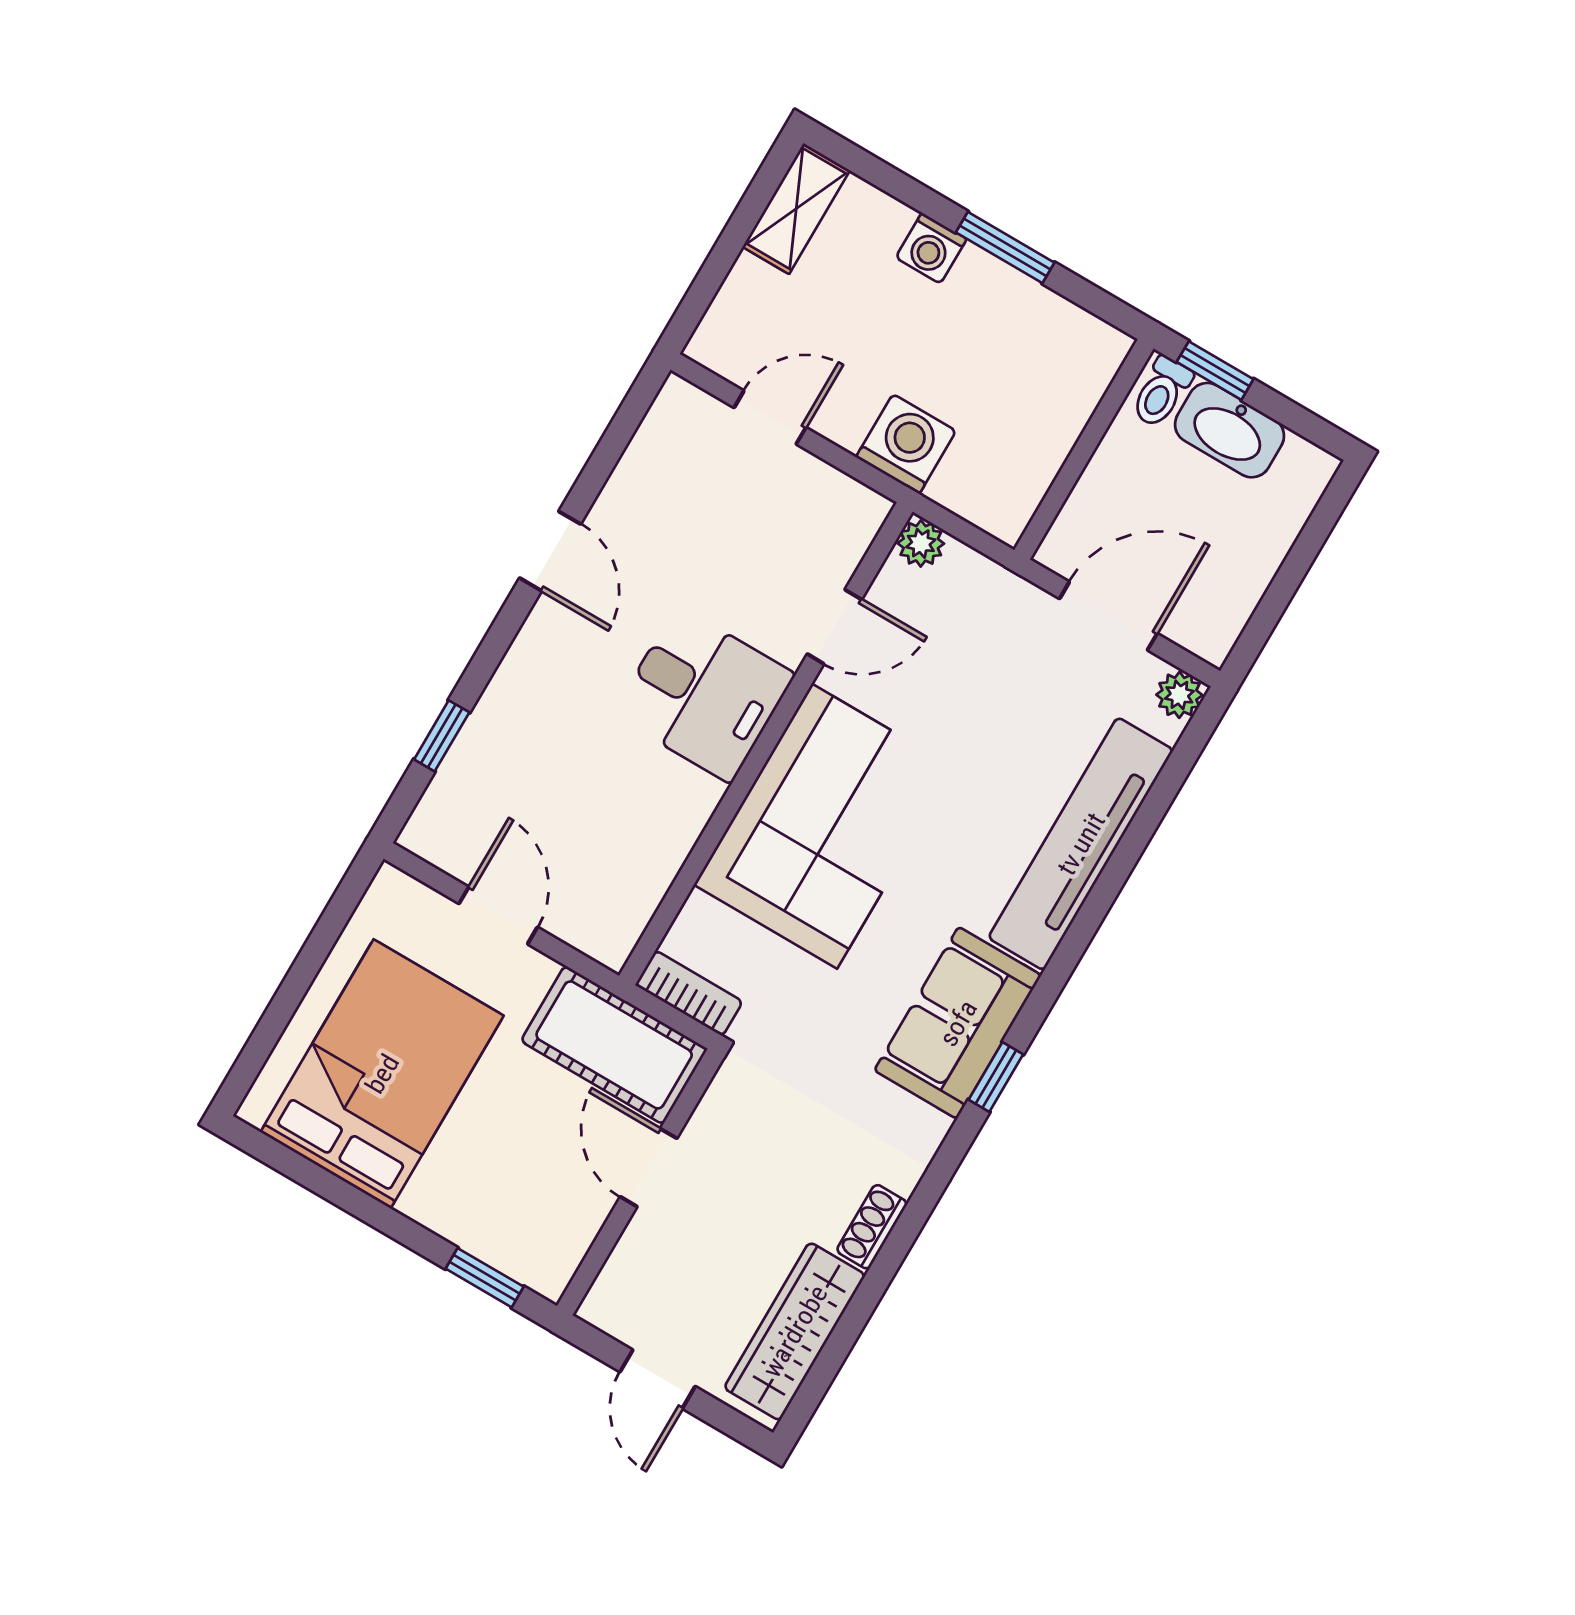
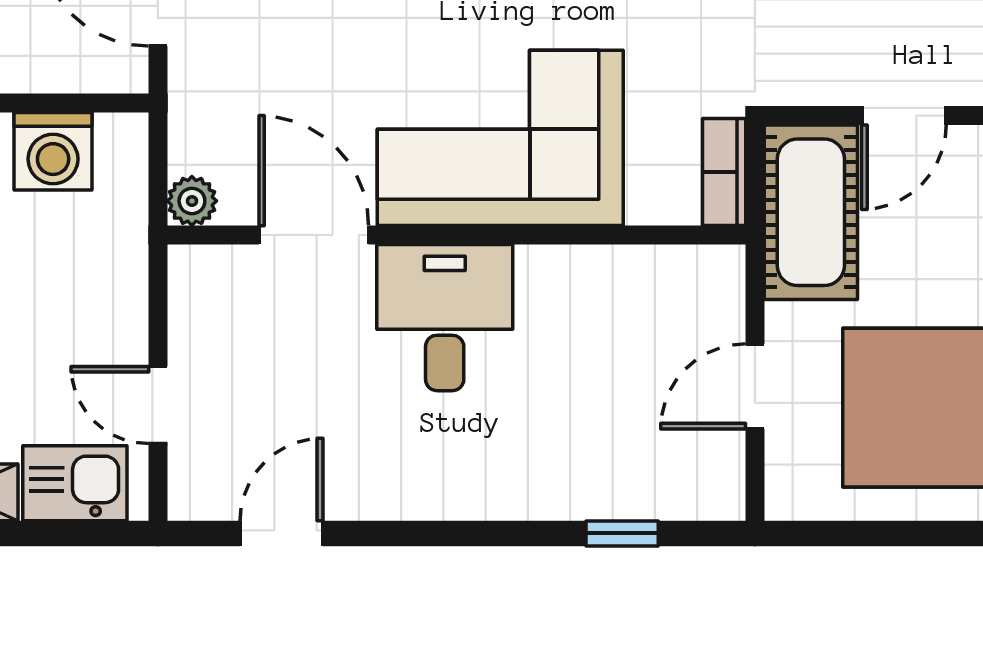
kitchen sink: (746, 312) -> (75, 483), added
washing machine: (906, 444) -> (53, 151), moved, turned -90
door: (550, 551) -> (281, 533), moved
door: (834, 627) -> (314, 235), width x1.38

